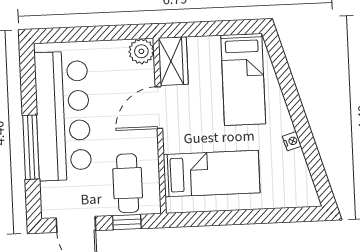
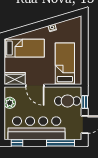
plant: (141, 51) -> (10, 103), moved
window: (28, 73) -> (17, 143), added
window: (31, 147) -> (61, 143), moved

